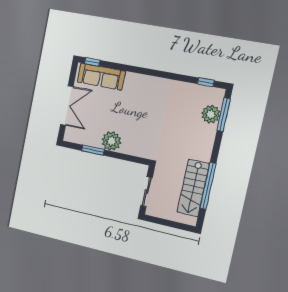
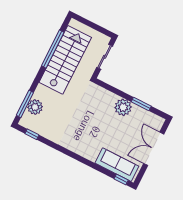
stairs: (193, 188) -> (65, 60), width x1.36, depth x1.51

